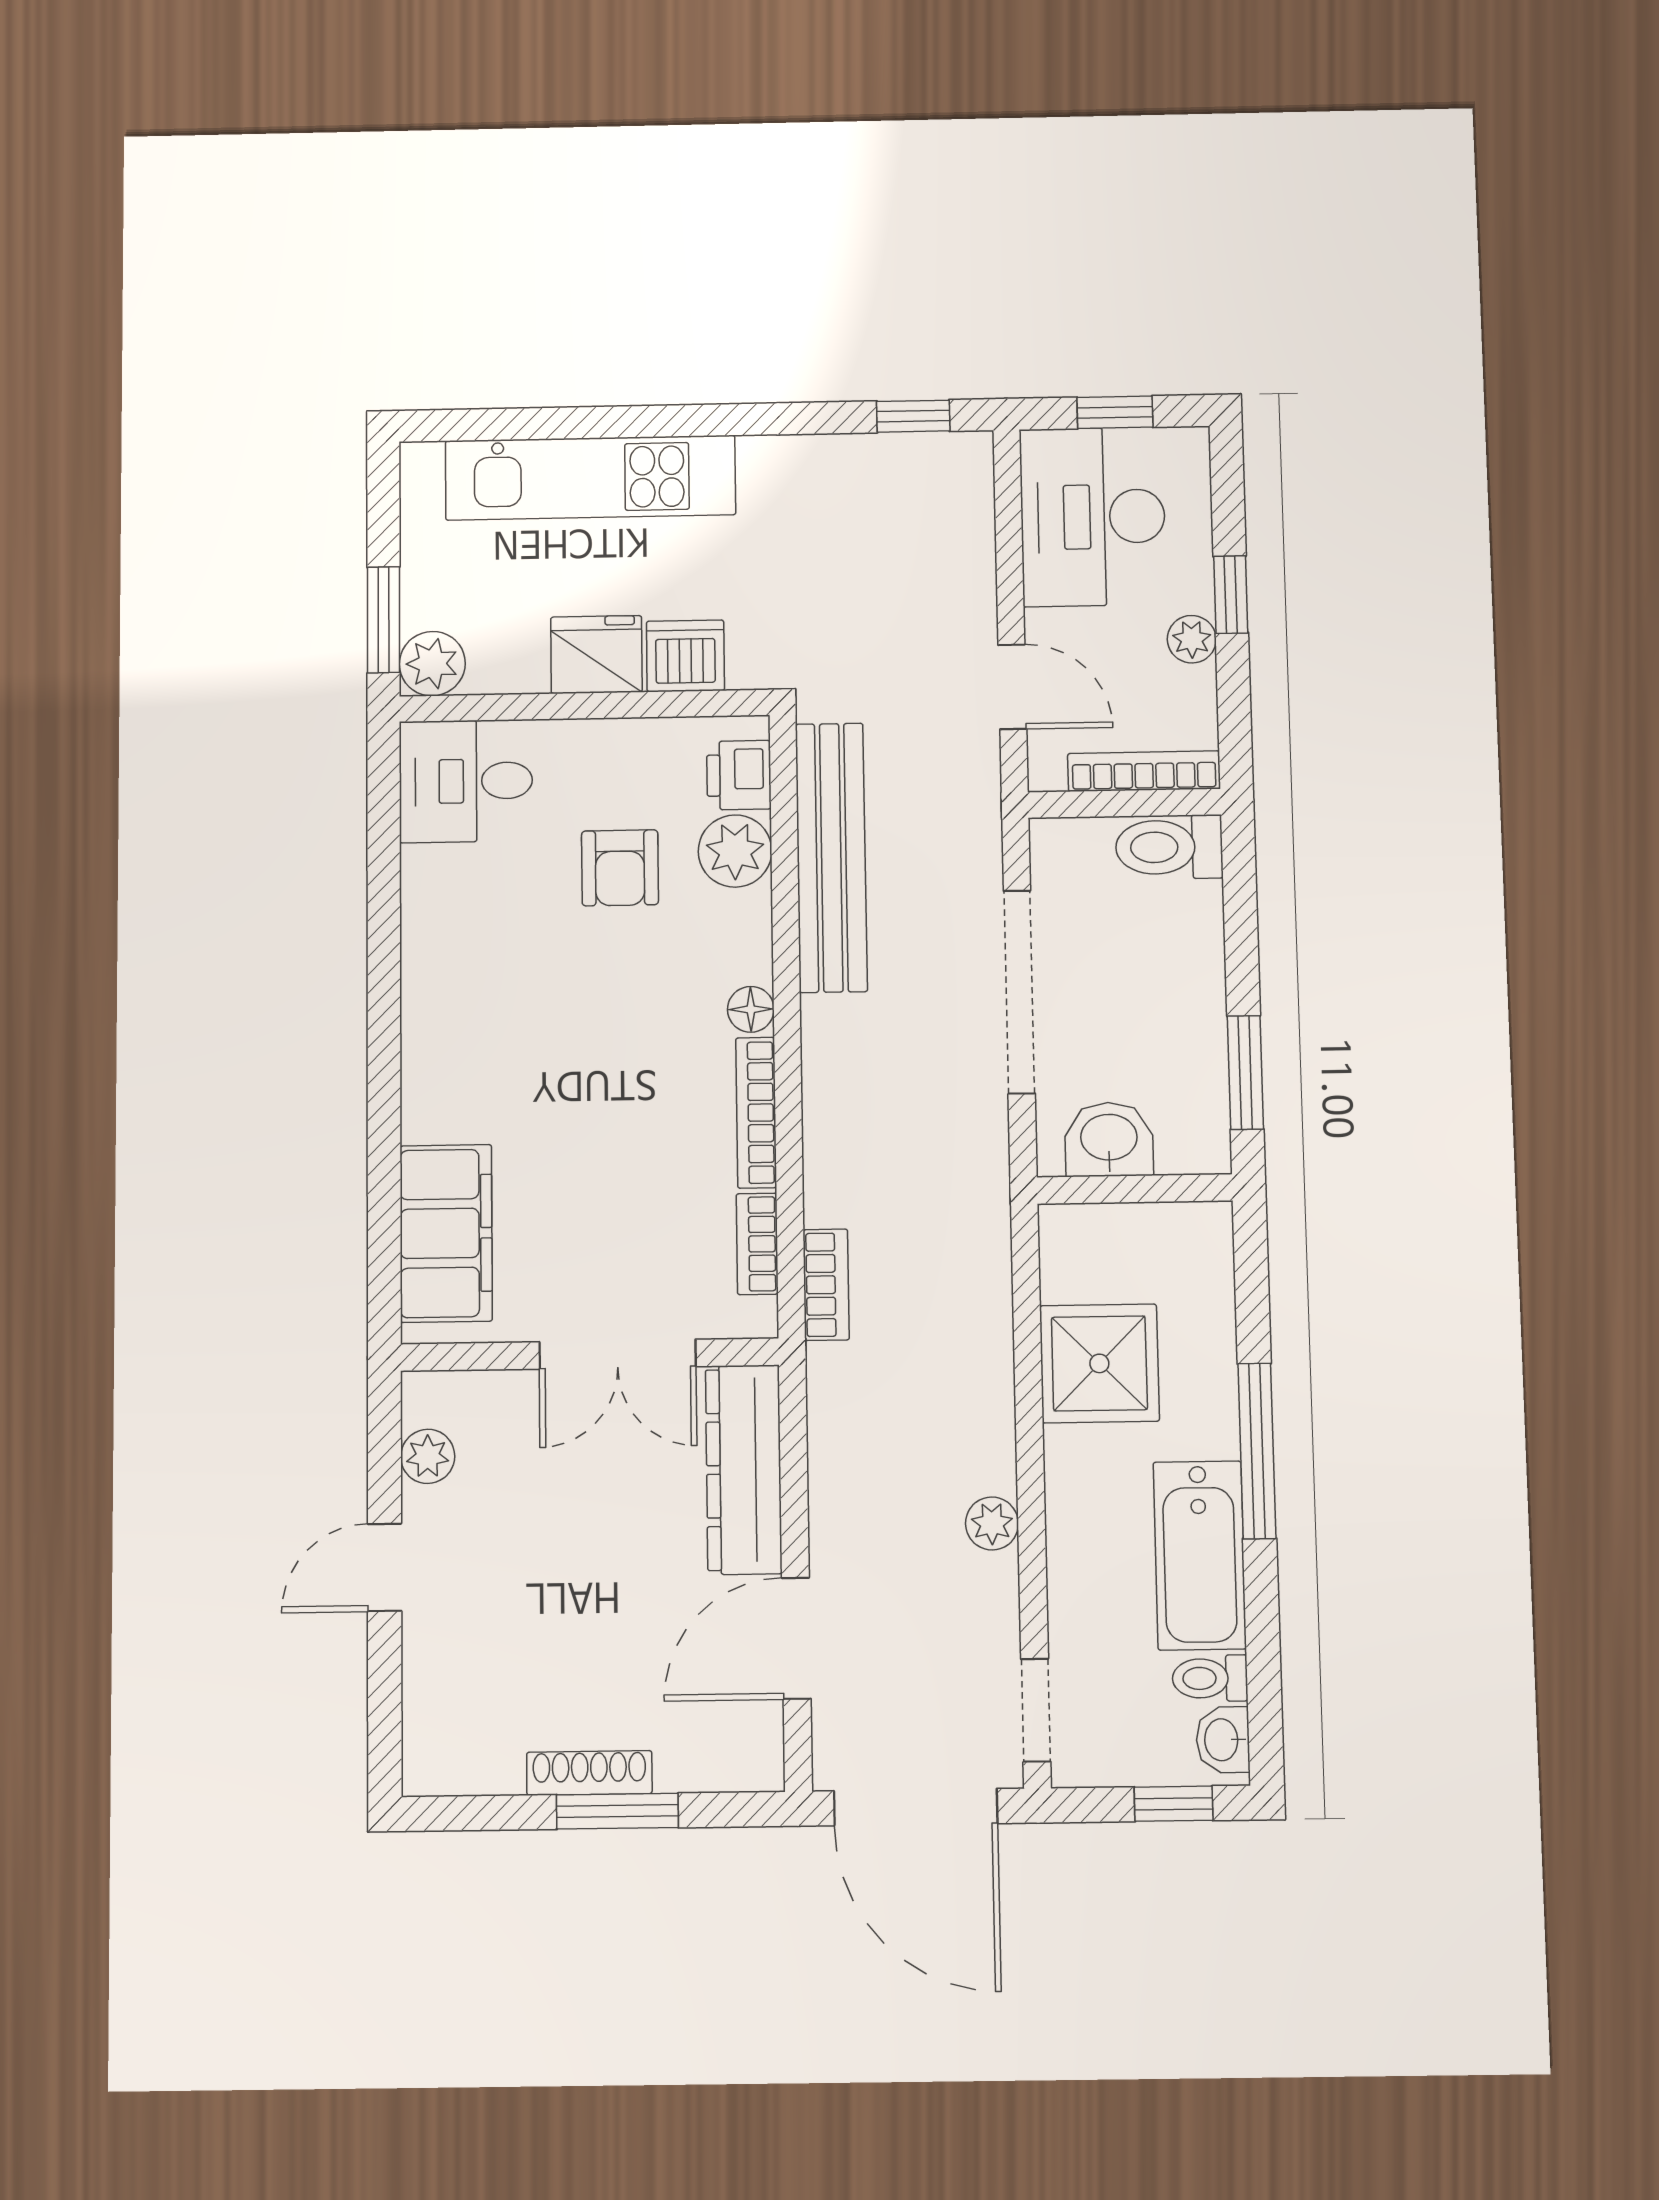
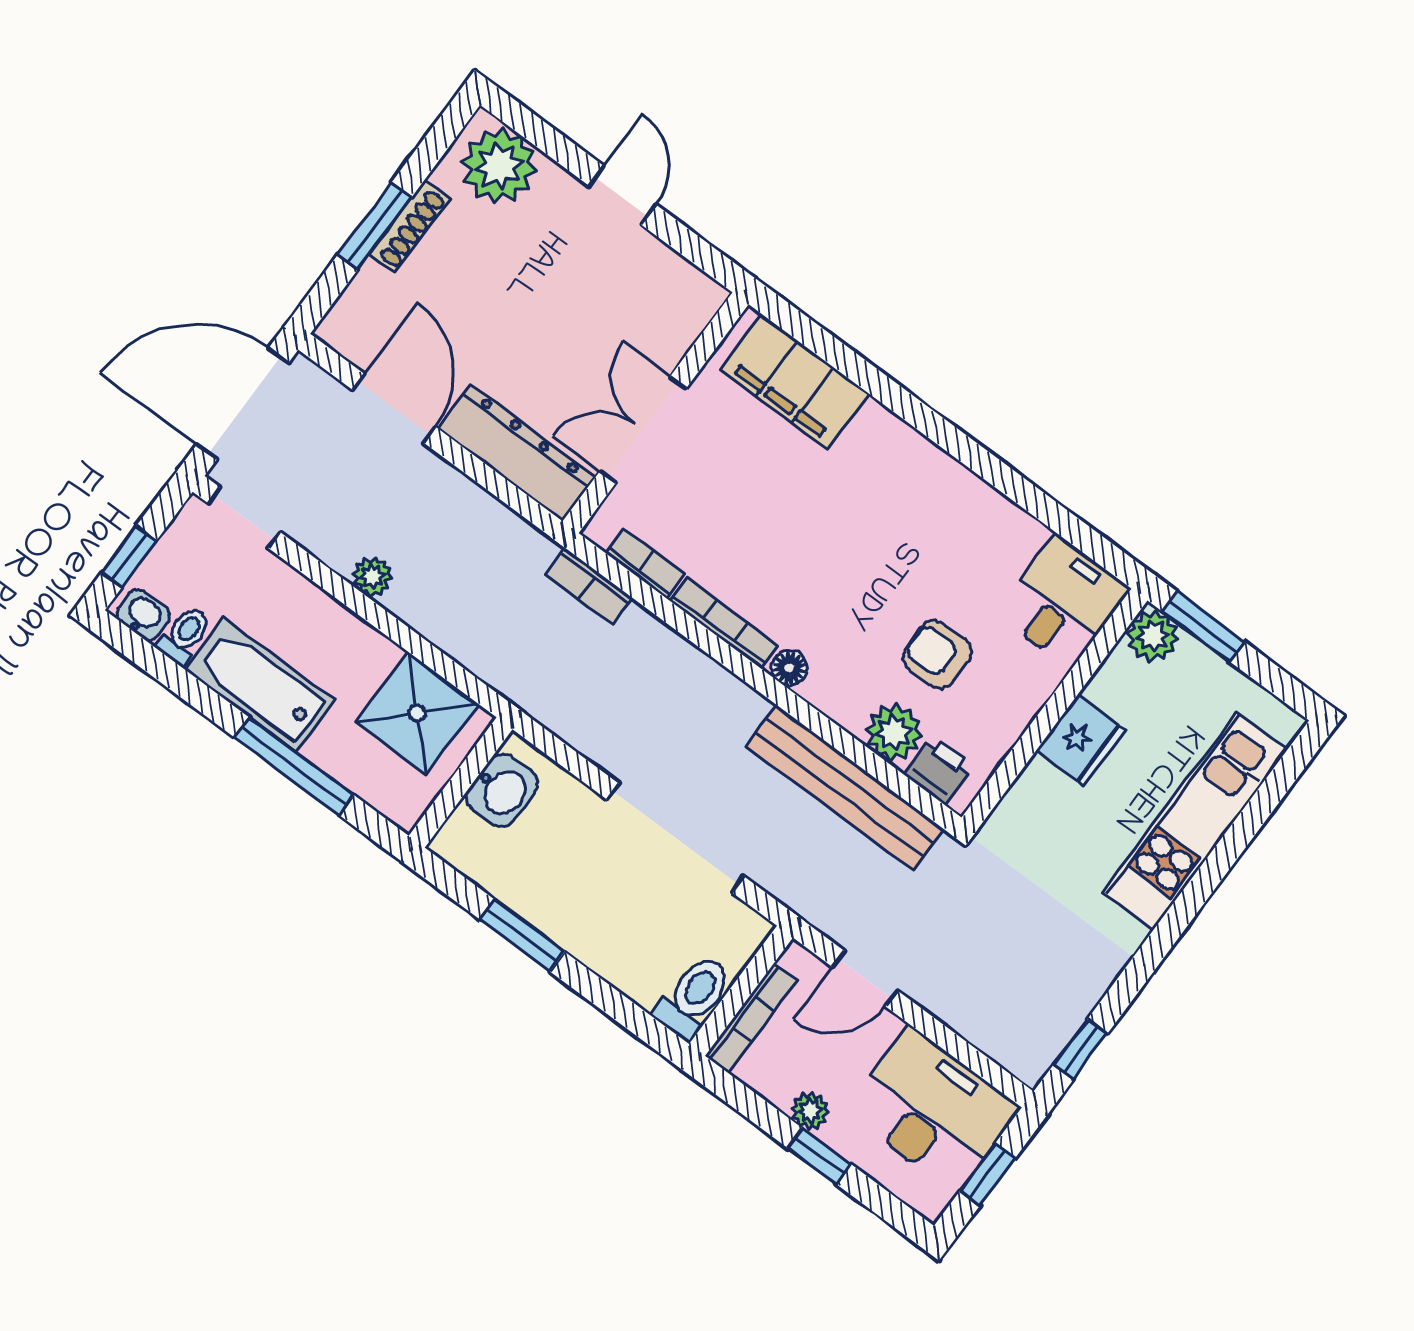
dishwasher: (685, 656) -> (1038, 794), removed
washbasin: (1109, 1139) -> (502, 790), moved
wall: (1135, 1189) -> (461, 783), moved
plant: (428, 1456) -> (499, 166), moved, width x1.87, depth x1.87

